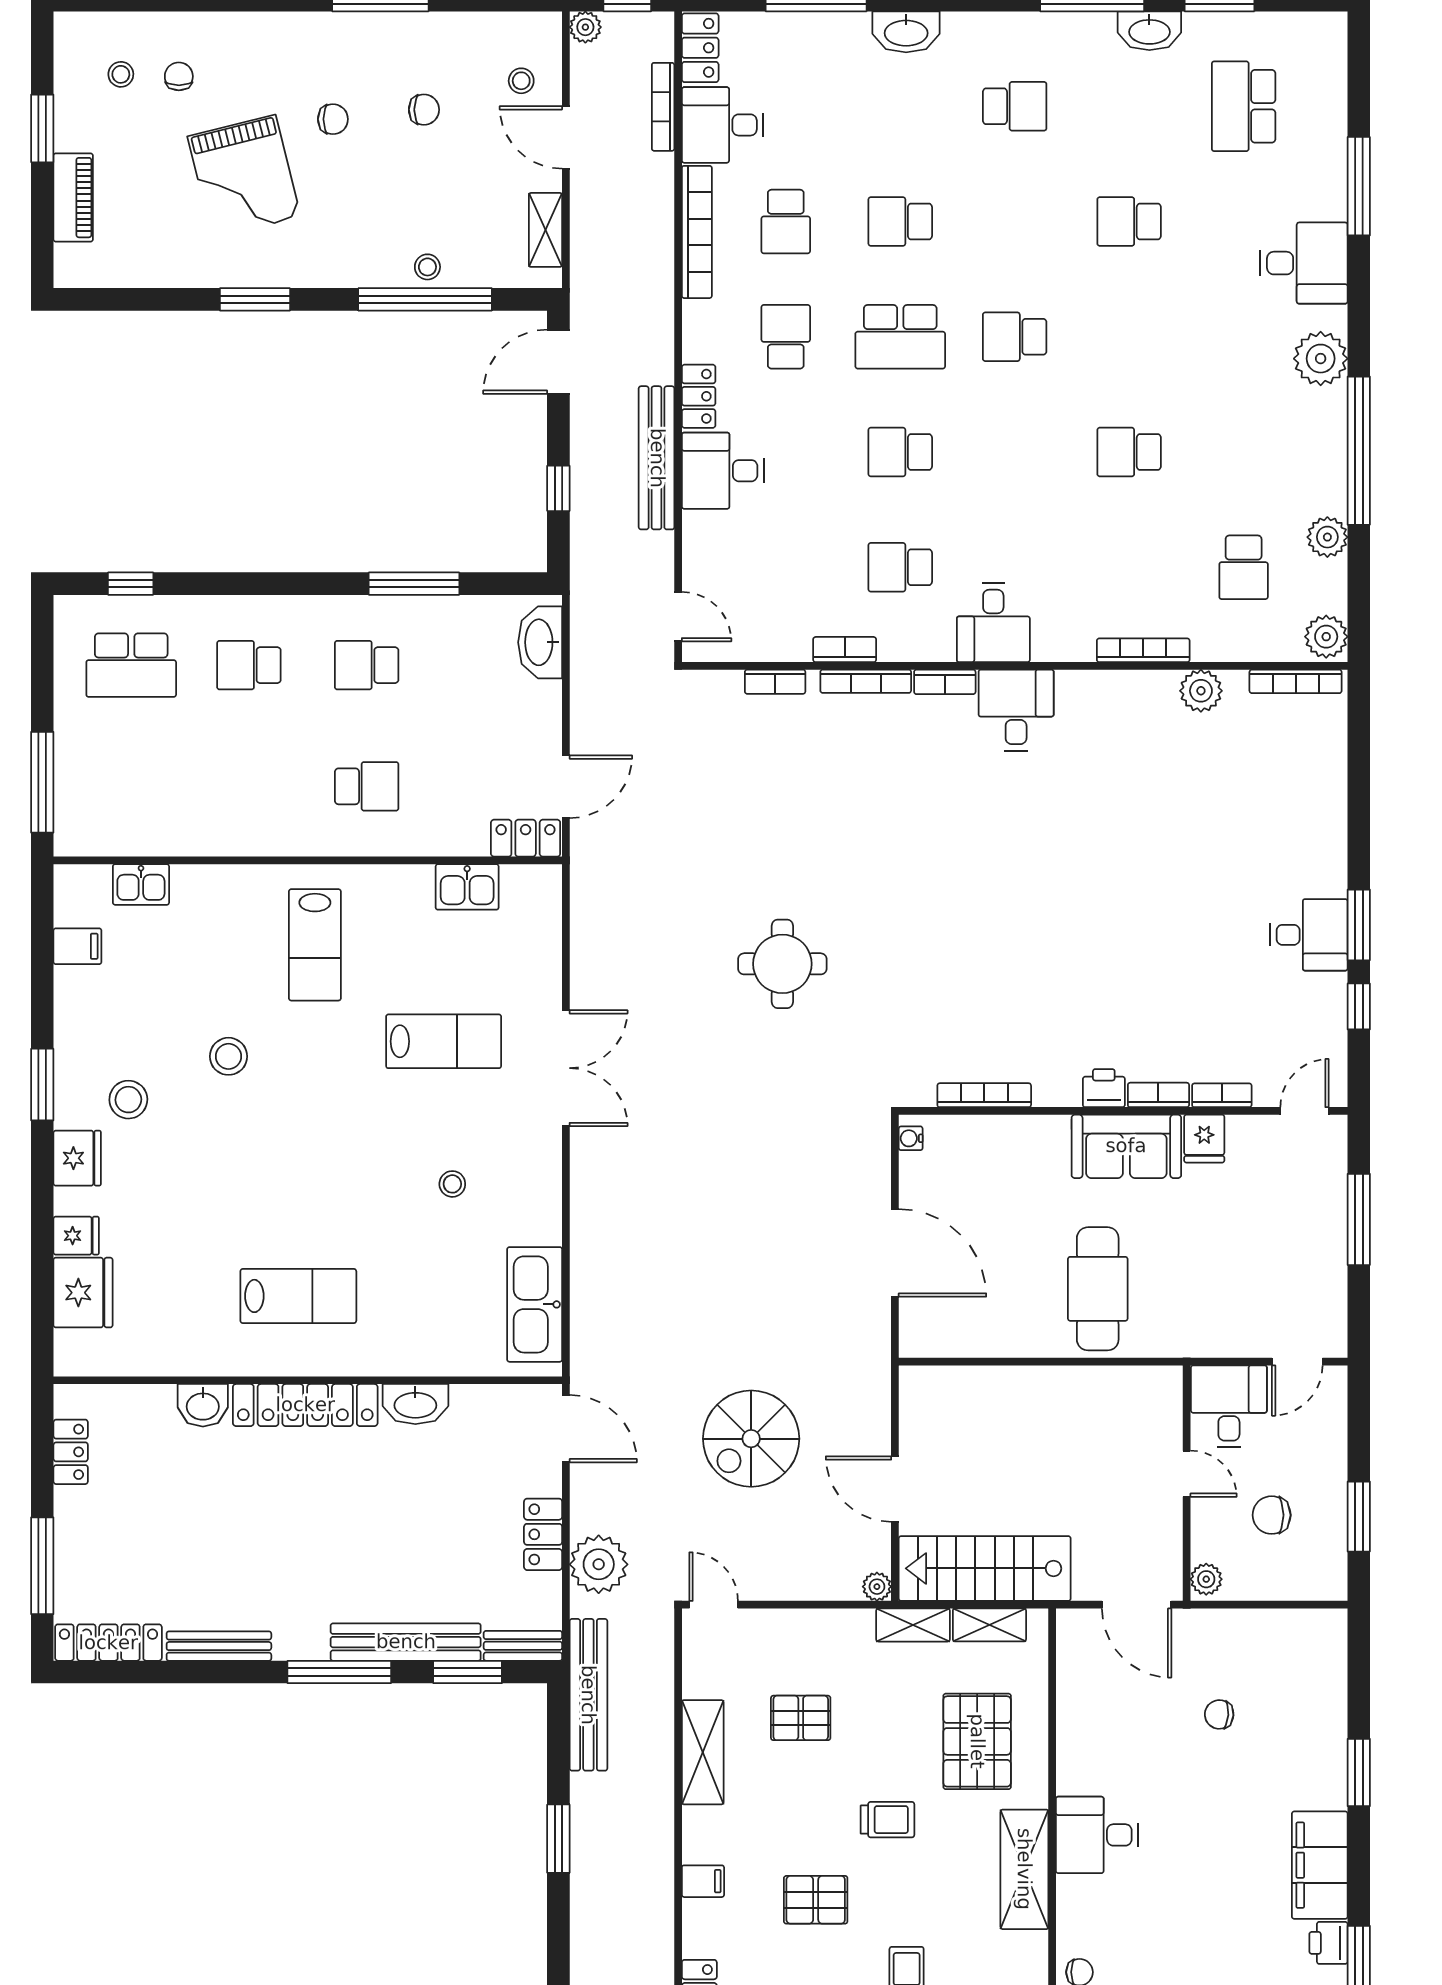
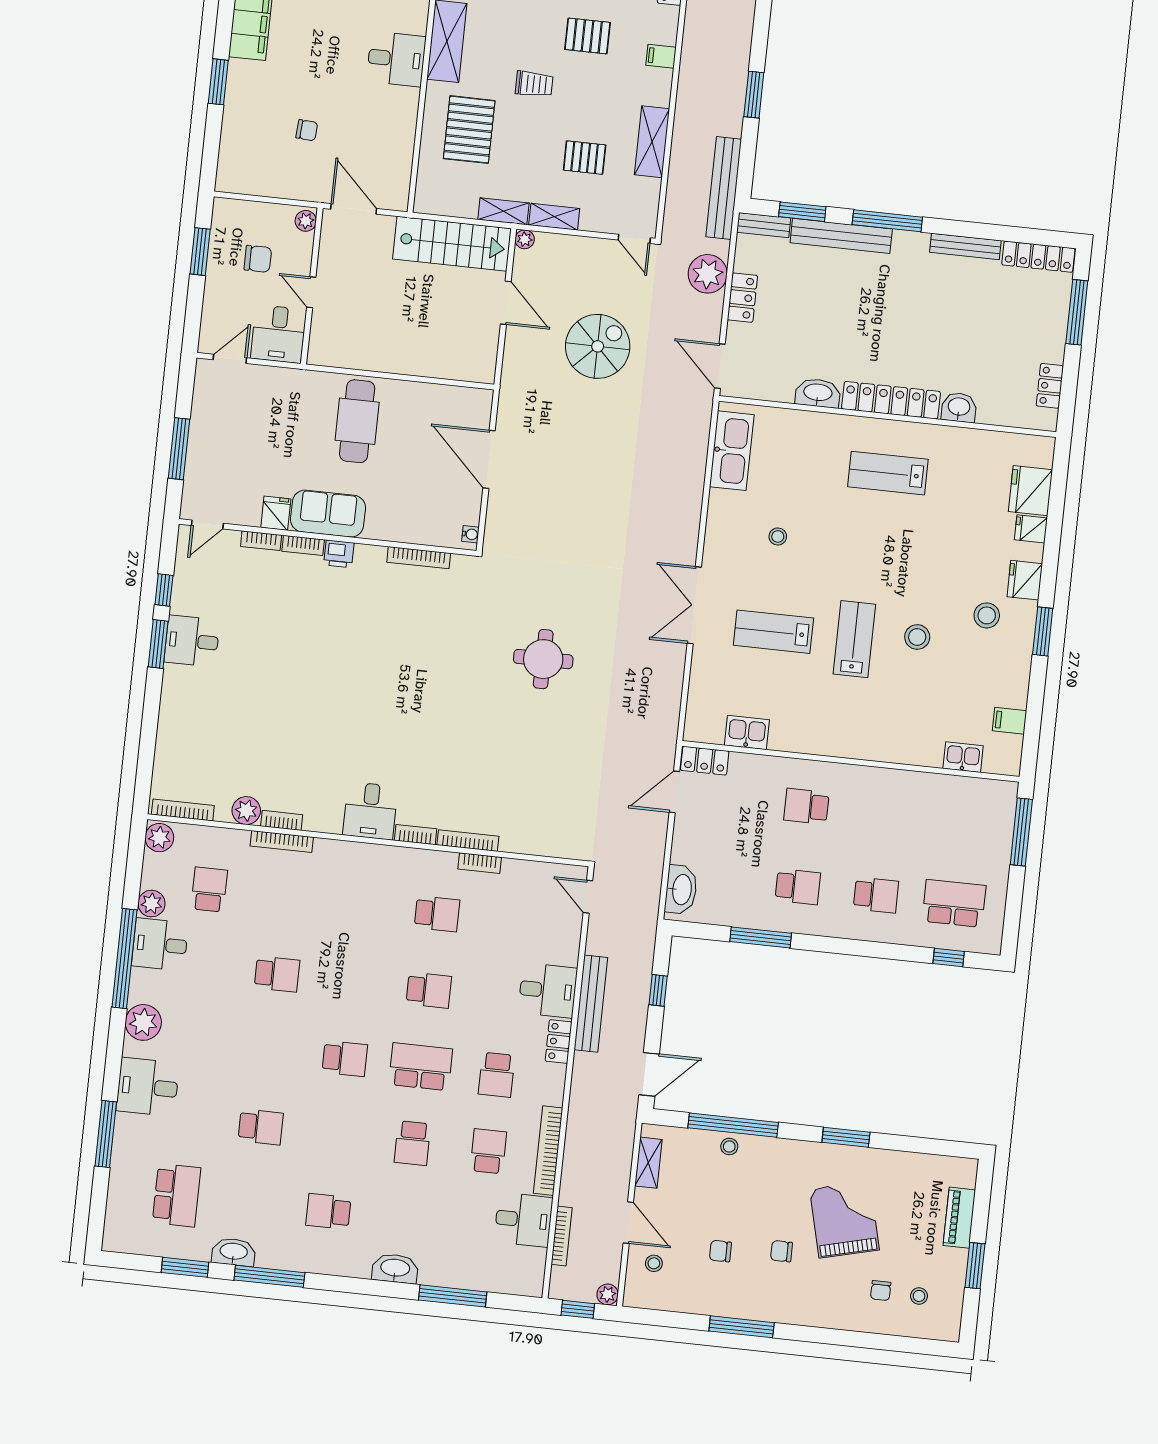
locker: (700, 48) -> (533, 1273), removed
school desk: (900, 221) -> (412, 1143), turned 90
desk: (993, 623) -> (160, 944), moved, turned -90
bookcase: (775, 682) -> (282, 820), moved
lab bench: (315, 945) -> (854, 639), moved
shelving: (989, 1625) -> (554, 217), moved
trolley: (887, 1820) -> (534, 84), turned 180

